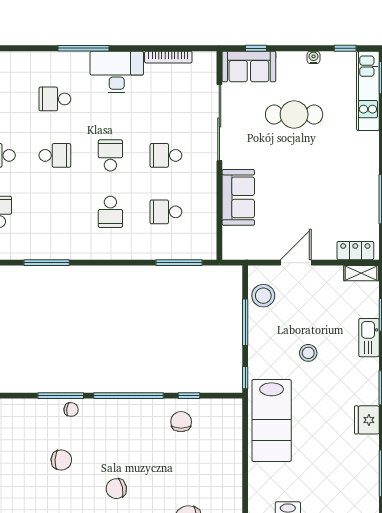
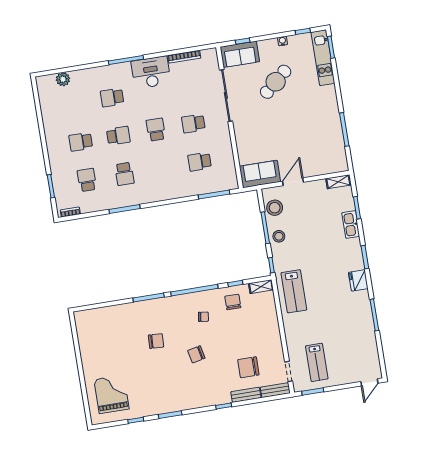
cafe table: (294, 114) -> (276, 82), turned -41
sofa: (238, 197) -> (260, 174), moved, turned -90
school desk: (110, 212) -> (124, 174), moved
locker: (355, 251) -> (332, 167), removed
stool: (308, 353) -> (279, 236), moved
shelving: (225, 406) -> (261, 287), added
chair: (71, 409) -> (203, 317), moved
lab bench: (272, 420) -> (294, 291), width x0.73, depth x0.72

